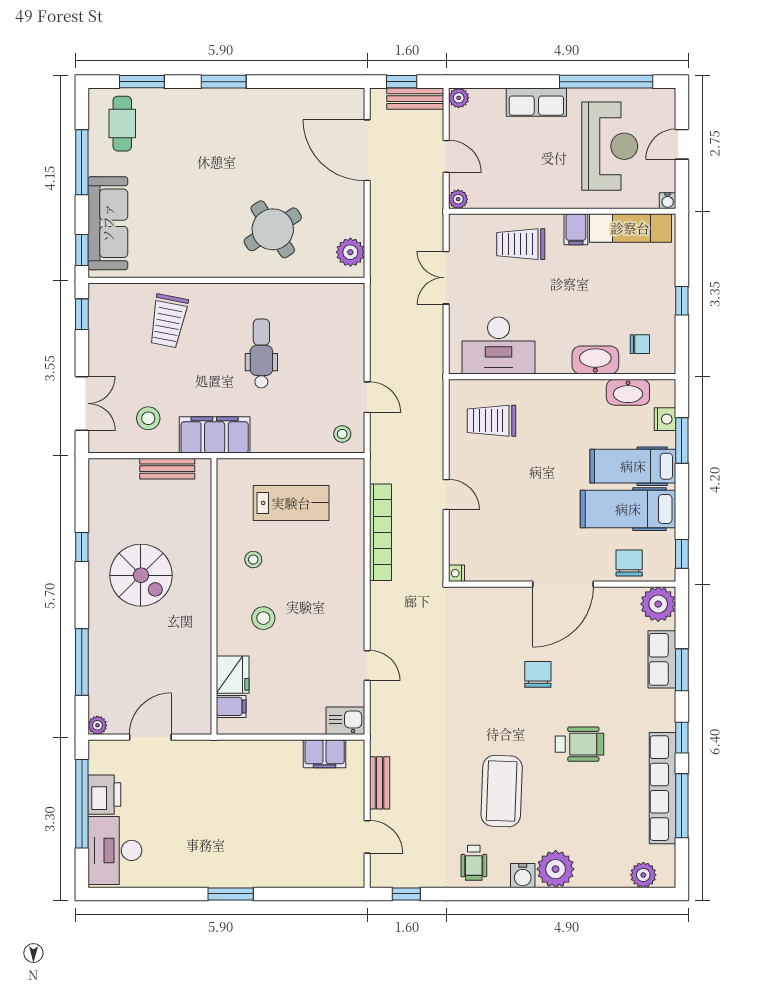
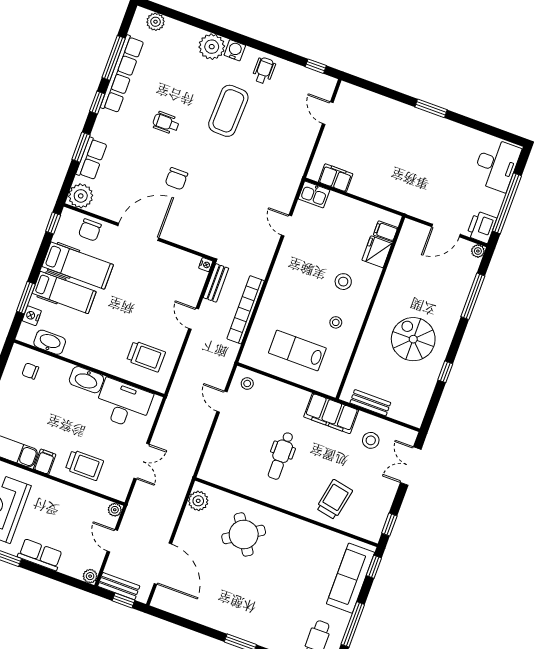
washbasin: (595, 360) -> (86, 380), moved
wheelchair: (580, 744) -> (166, 123), width x0.73, depth x0.73
bench: (380, 783) -> (216, 283), moved
printer: (104, 795) -> (481, 227), moved

